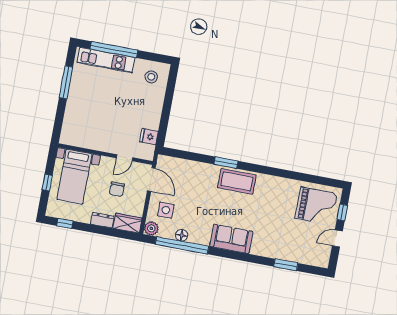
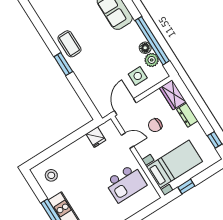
kitchen island: (94, 127) -> (126, 183), added
coffee table: (237, 181) -> (69, 44), width x0.73, depth x0.76
window: (47, 182) -> (186, 187), moved
chair: (117, 189) -> (155, 125), turned 180
plant: (151, 228) -> (152, 60), moved

